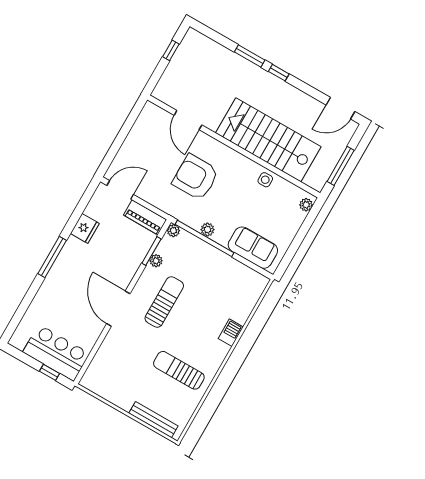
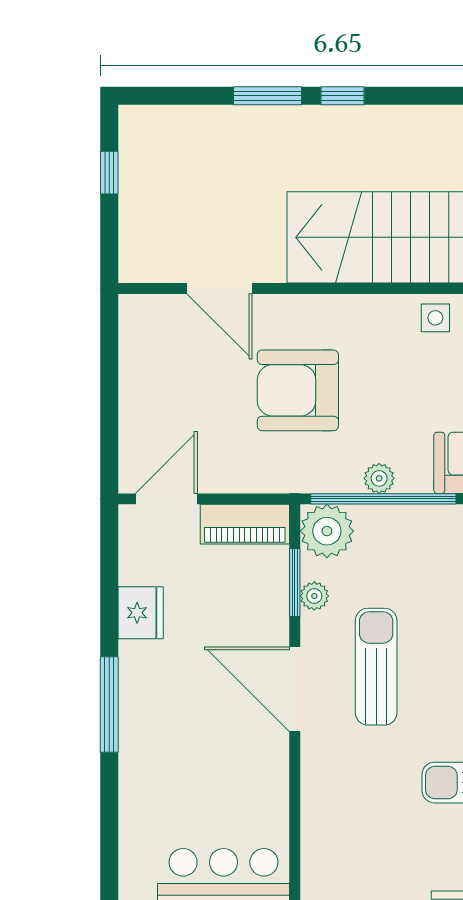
plant: (173, 231) -> (327, 531), width x1.87, depth x1.87
door: (118, 309) -> (295, 689), moved

